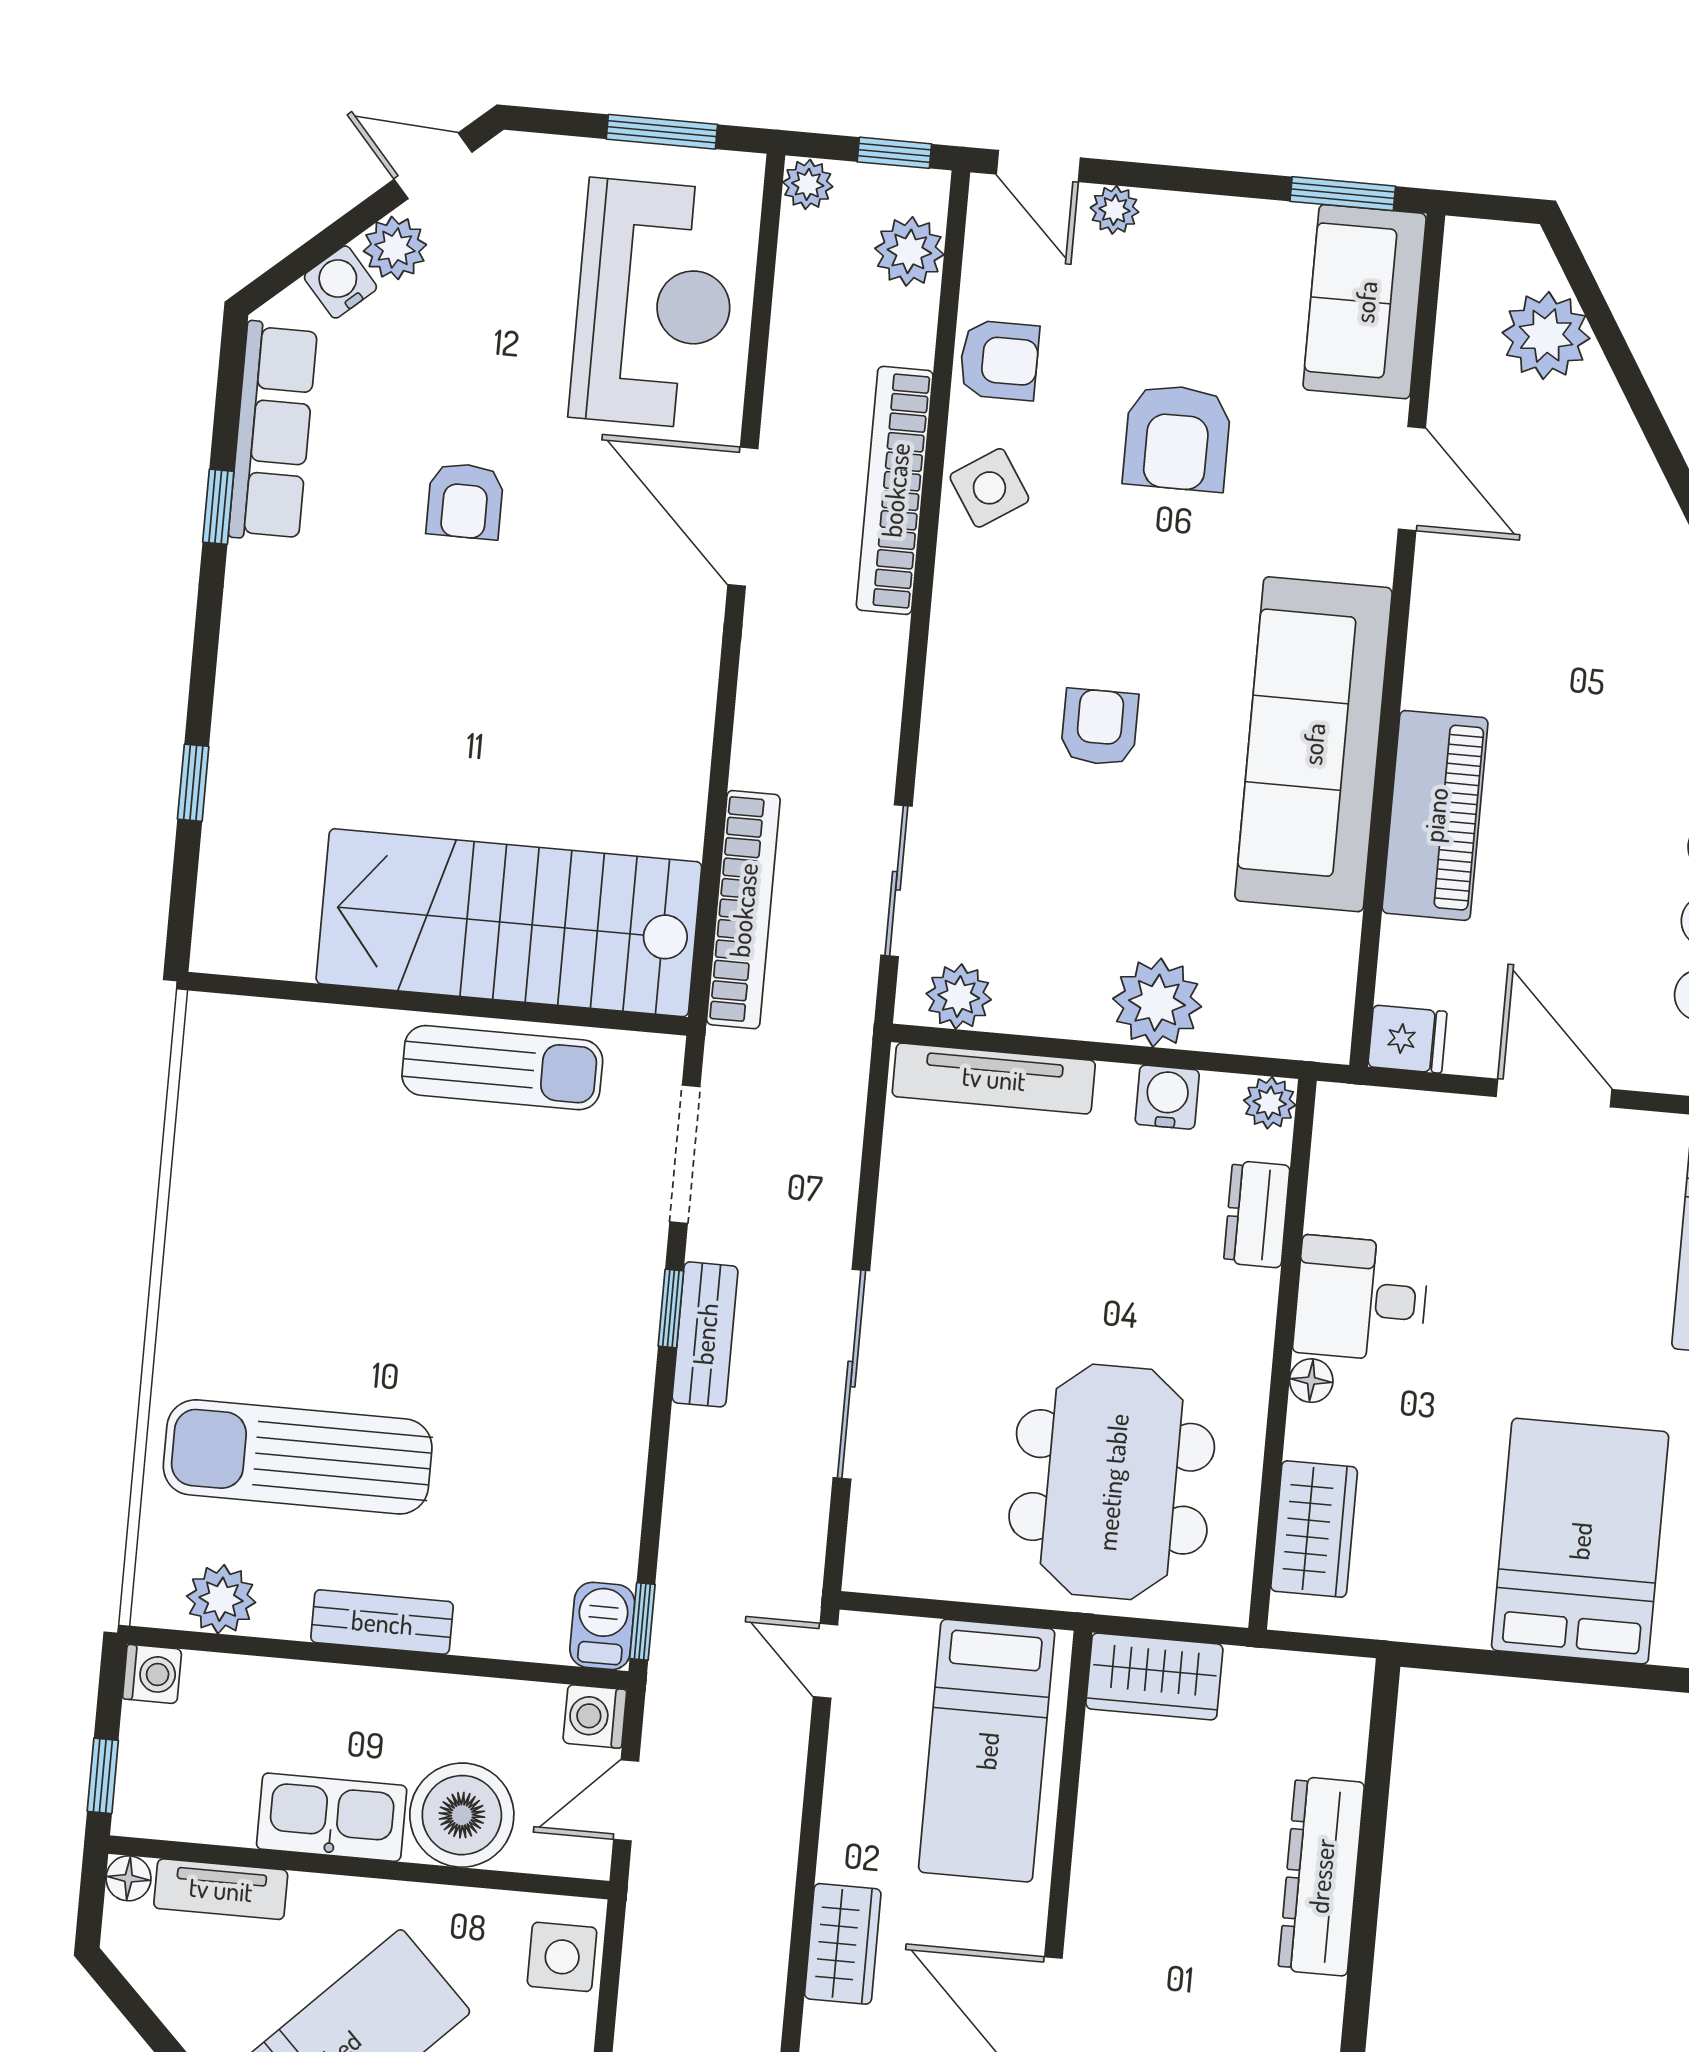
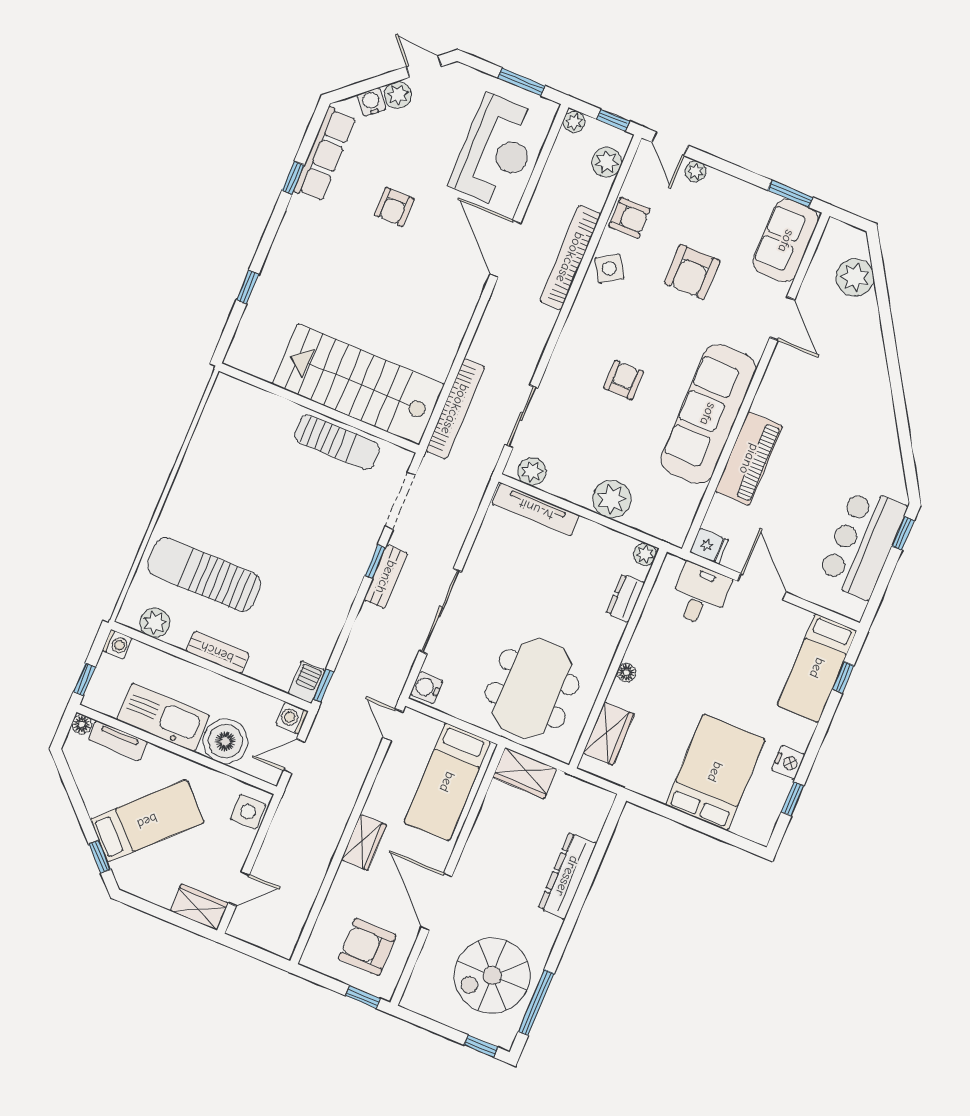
water cooler: (1167, 1097) -> (427, 688), moved, turned -90
desk: (1361, 1299) -> (700, 595), moved, turned 90
kitchen sink: (332, 1817) -> (163, 717), width x1.36, depth x1.24

